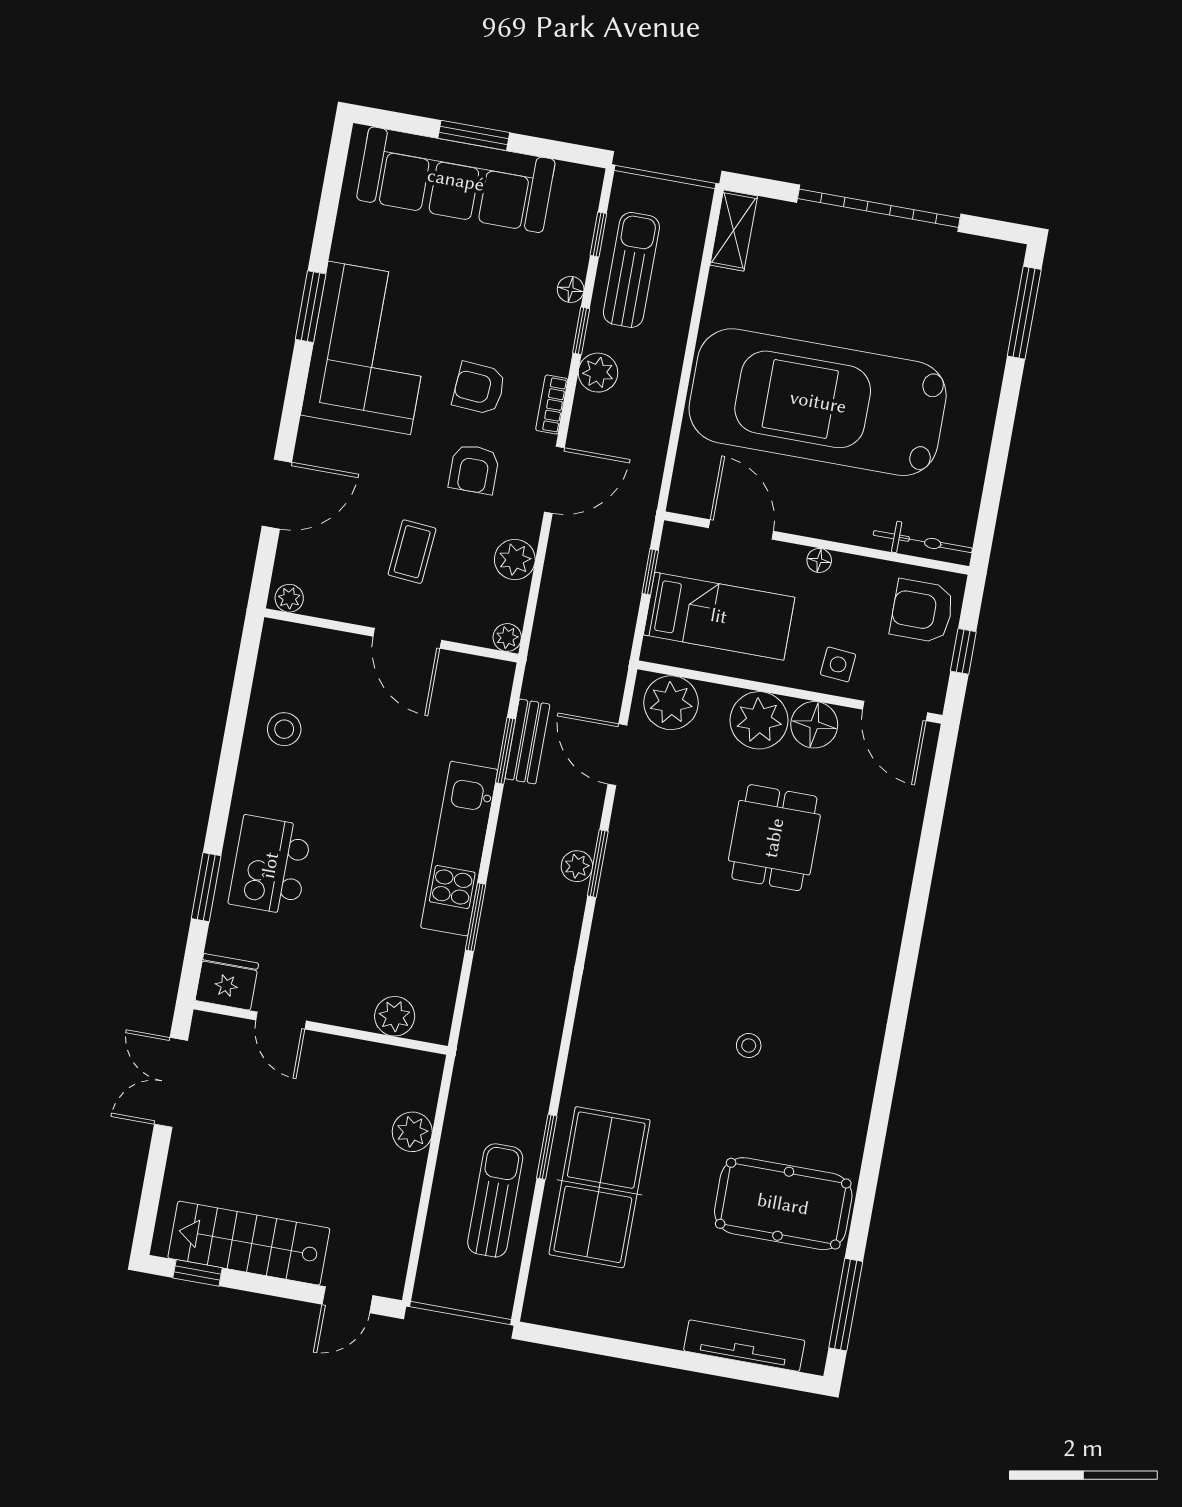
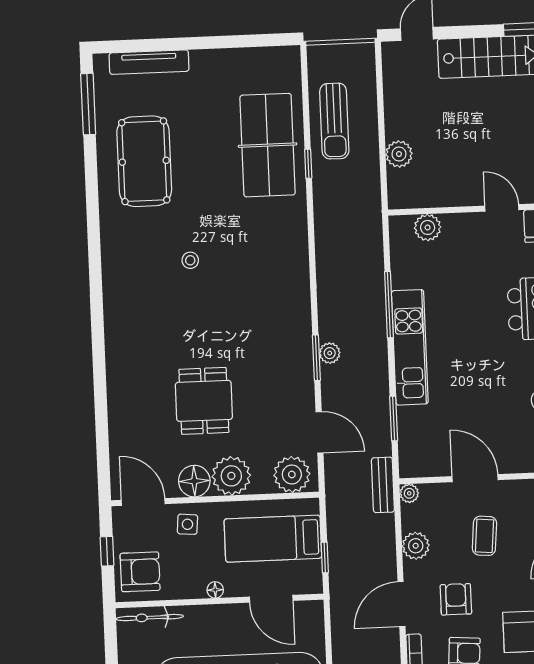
bench: (527, 741) -> (383, 485), moved
window: (476, 917) -> (389, 305), width x1.44
window: (547, 1147) -> (308, 164), width x0.67
pool table: (783, 1204) -> (144, 161), turned 90

